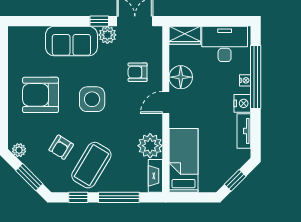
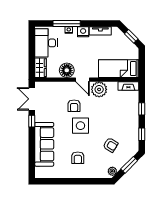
plant: (107, 35) -> (40, 116), removed
sofa: (71, 41) -> (44, 144), width x1.36
armchair: (138, 72) -> (74, 106), moved
window: (256, 77) -> (67, 24), width x0.68
armchair: (41, 95) -> (78, 158), width x0.53, depth x0.53
plant: (150, 146) -> (99, 89), moved
coffee table: (91, 165) -> (122, 126), removed
window: (119, 197) -> (142, 109), width x0.46

